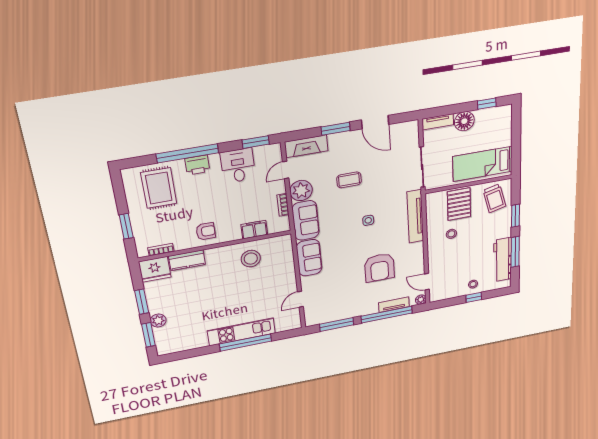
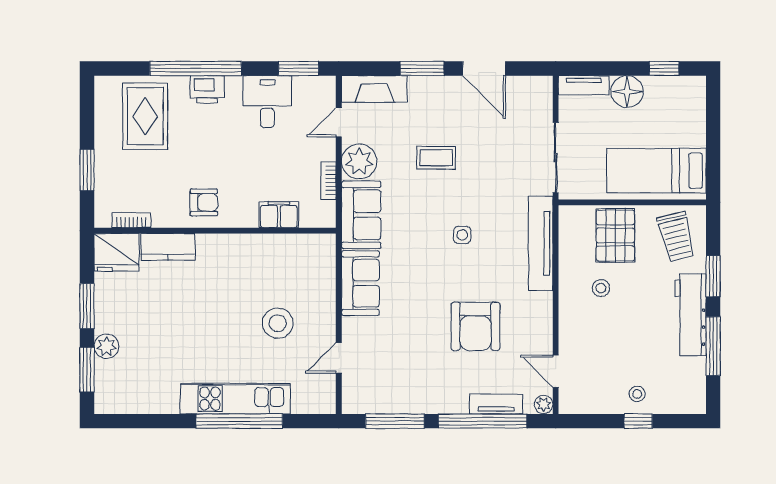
stool: (251, 259) -> (278, 323), moved
workbench: (503, 260) -> (691, 315), moved

